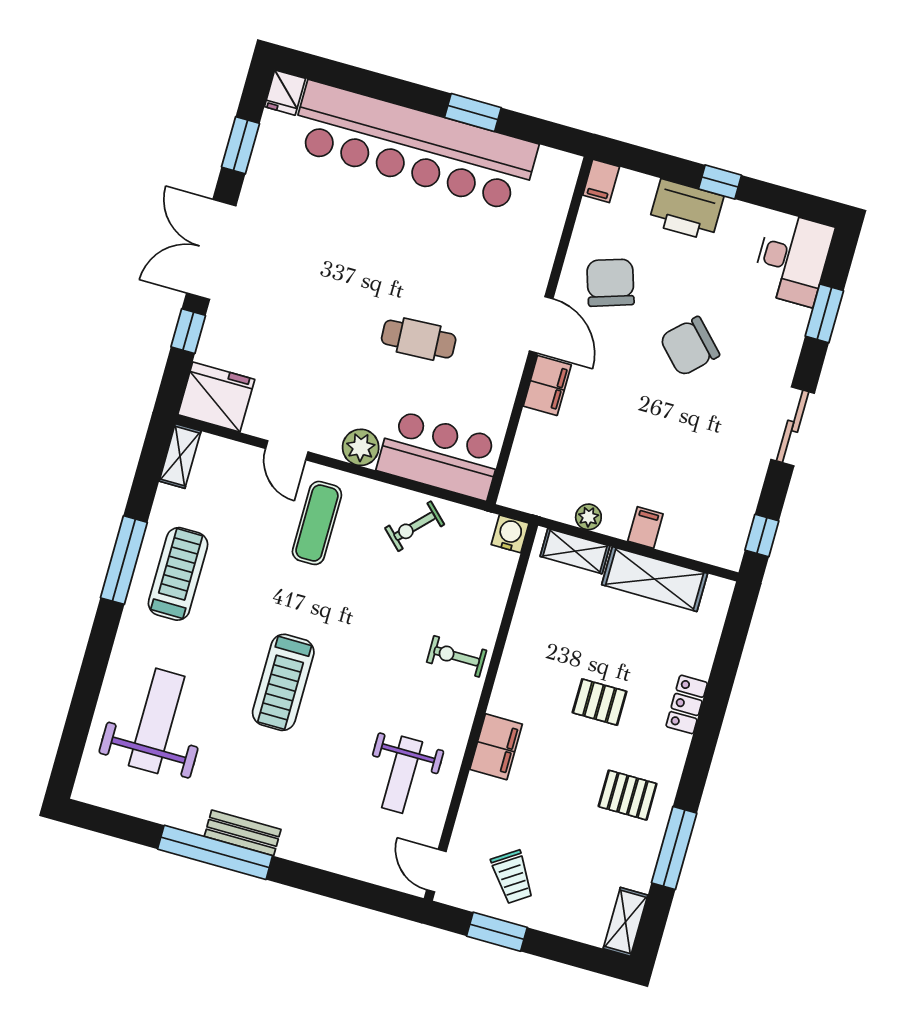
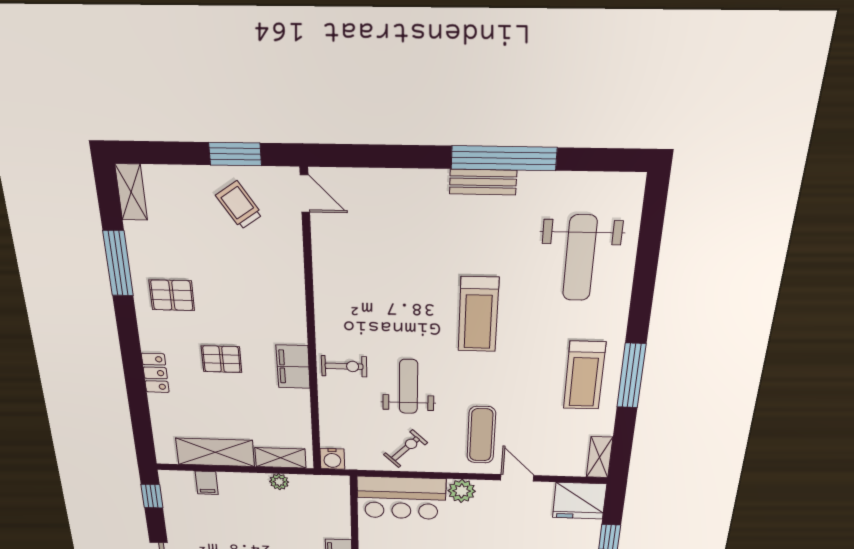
filing cabinet: (645, 527) -> (207, 483), moved
treadmill: (283, 682) -> (478, 314), turned 180
filing cabinet: (496, 747) -> (293, 367), moved
weight bench: (402, 775) -> (408, 387), moved

